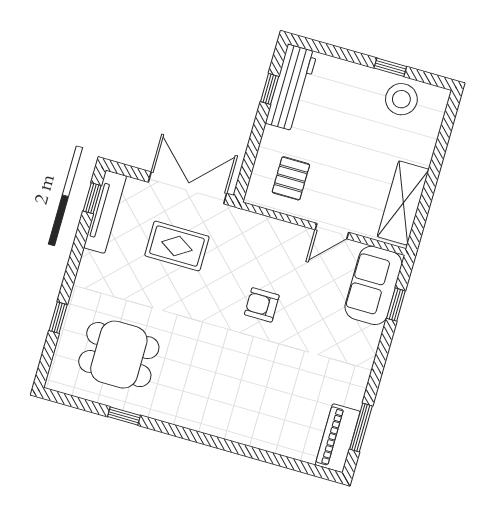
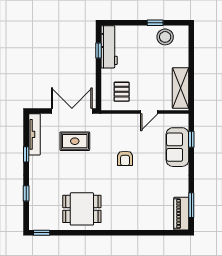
window: (92, 198) -> (26, 154), moved
sofa: (373, 285) -> (177, 147), moved
armchair: (262, 305) -> (125, 158), turned -90
dining table: (119, 355) -> (82, 209), moved
window: (124, 416) -> (42, 233), moved

